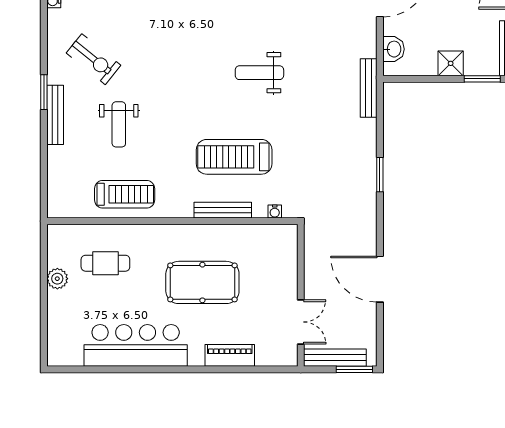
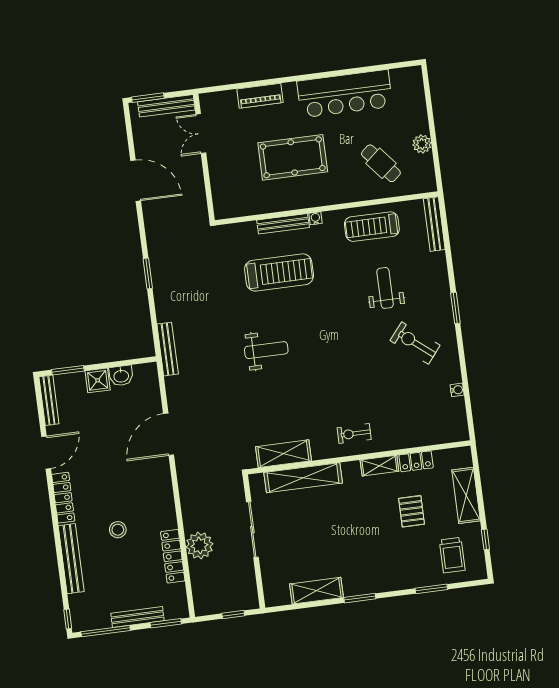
washbasin: (393, 49) -> (121, 376), moved, turned -90
bench: (55, 115) -> (434, 224), moved
water cooler: (275, 212) -> (315, 218), moved
cafe table: (105, 263) -> (381, 163), turned 50

